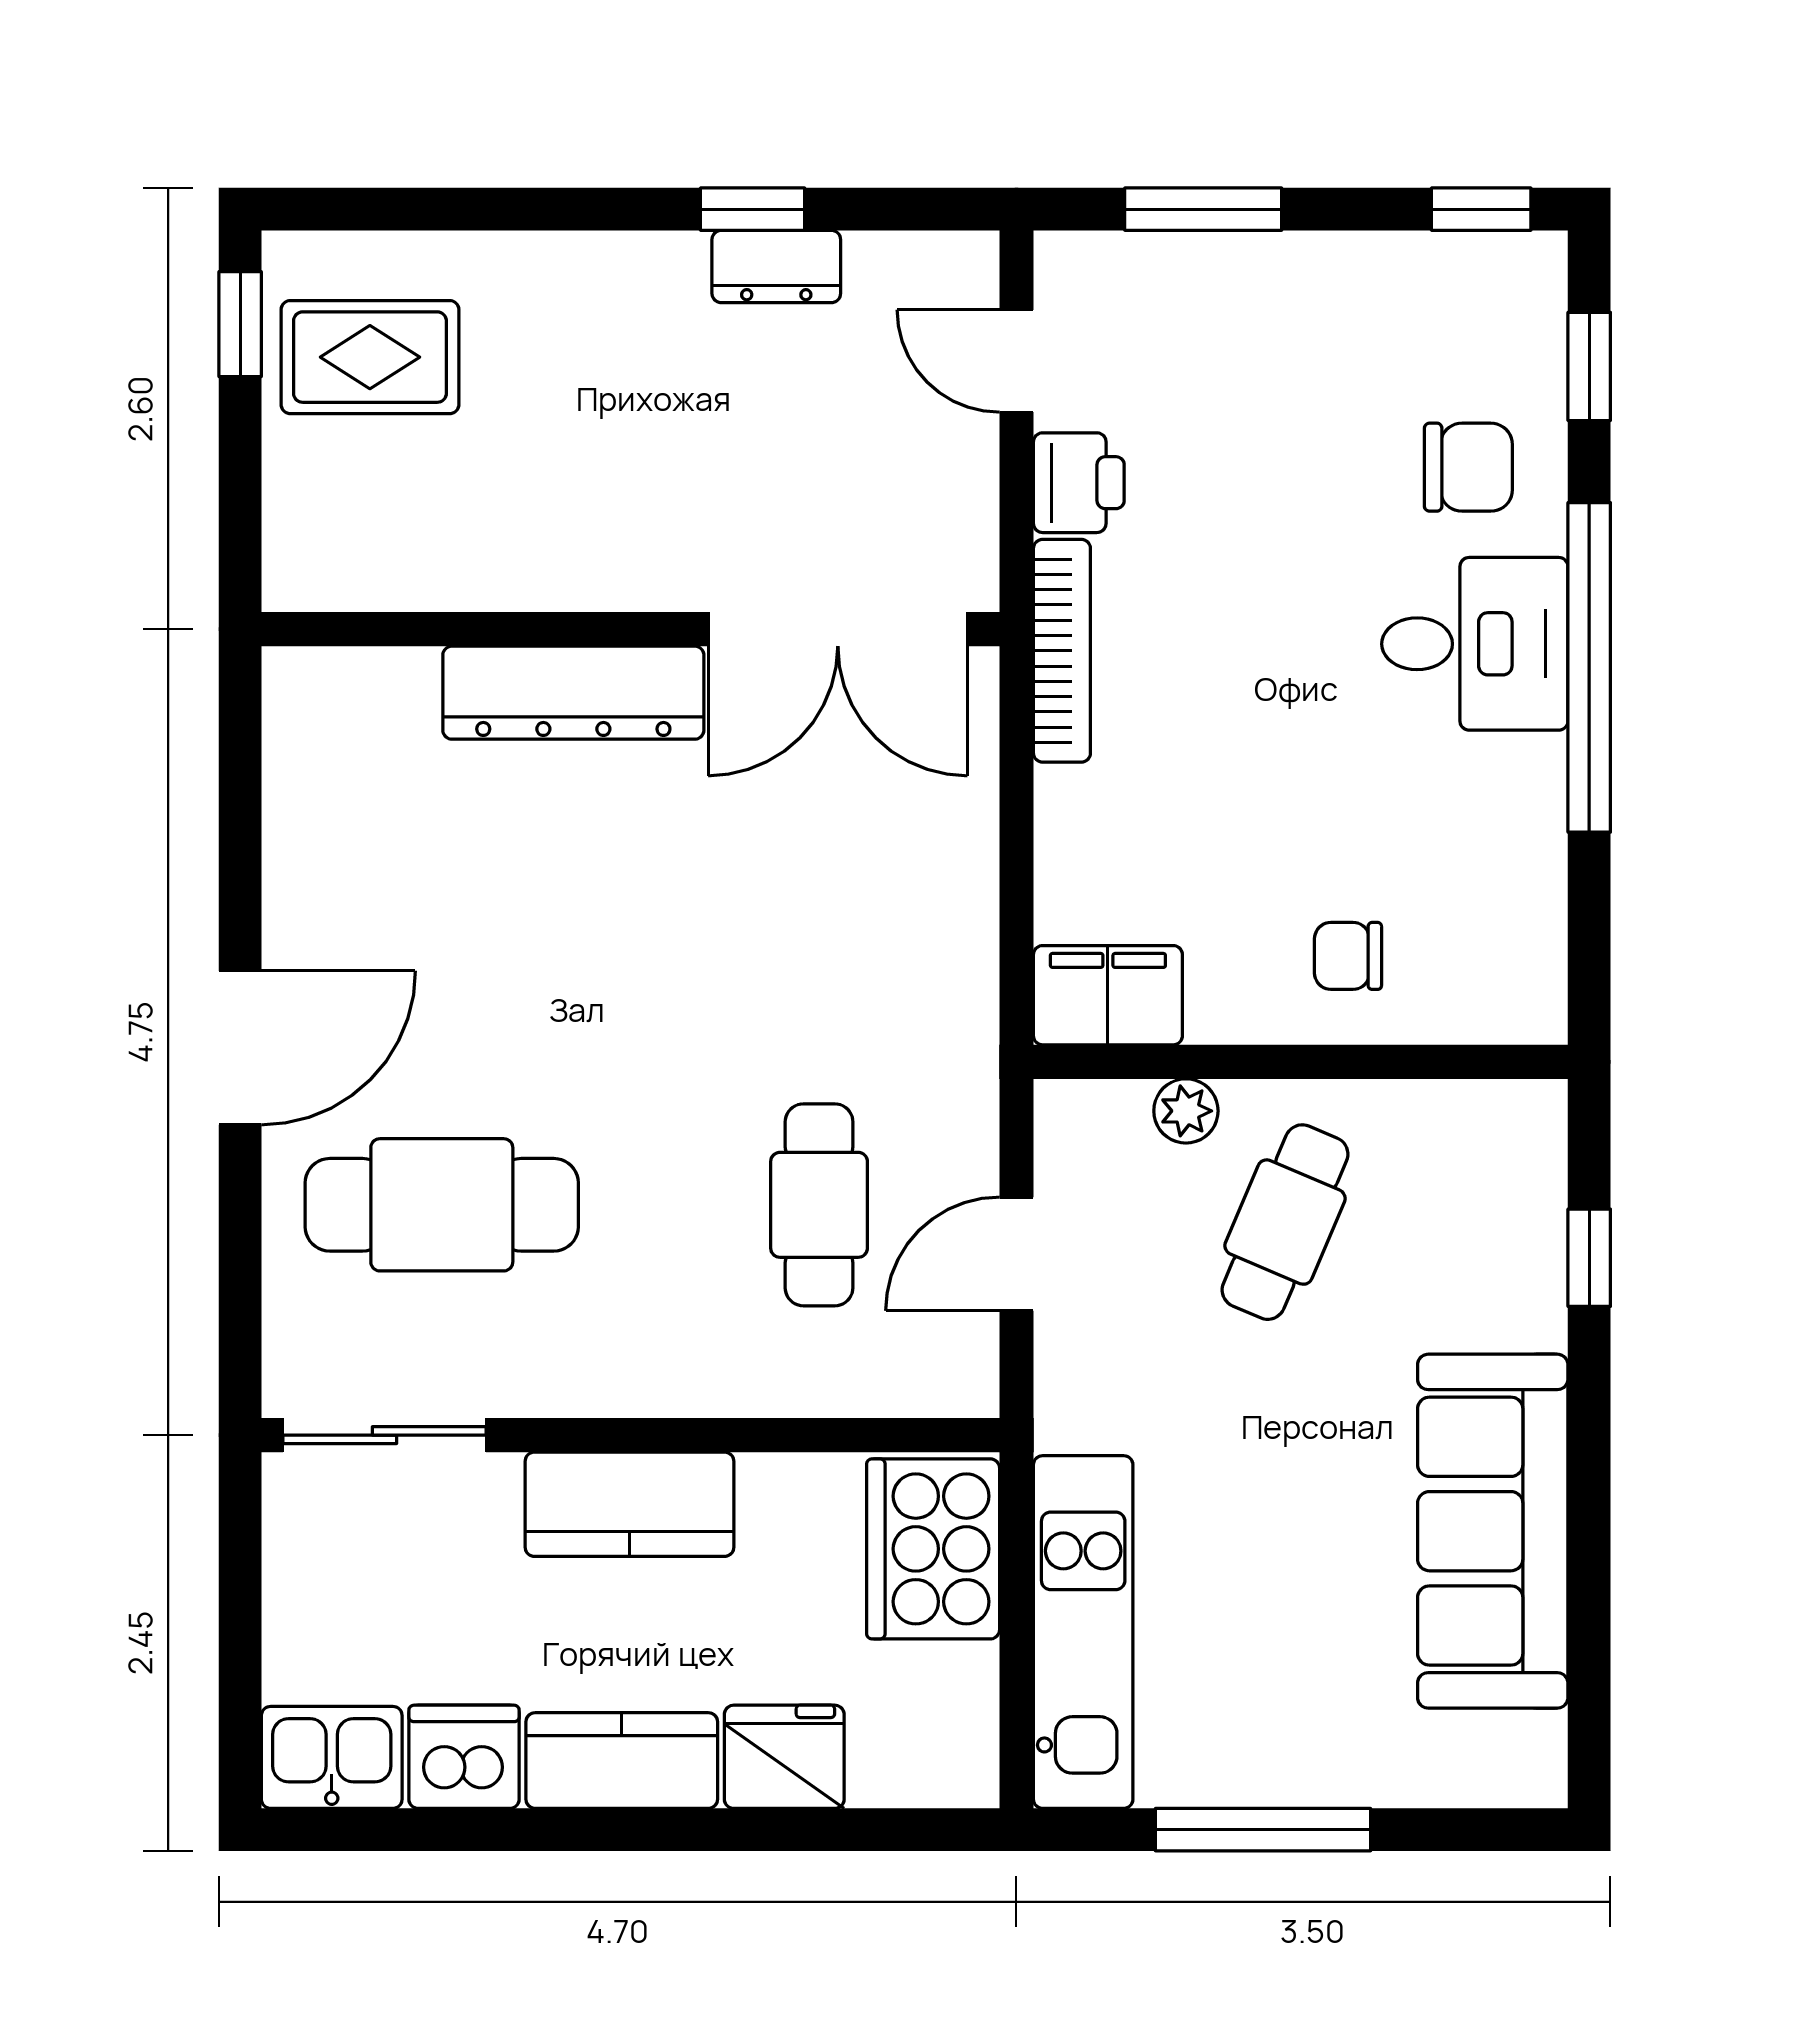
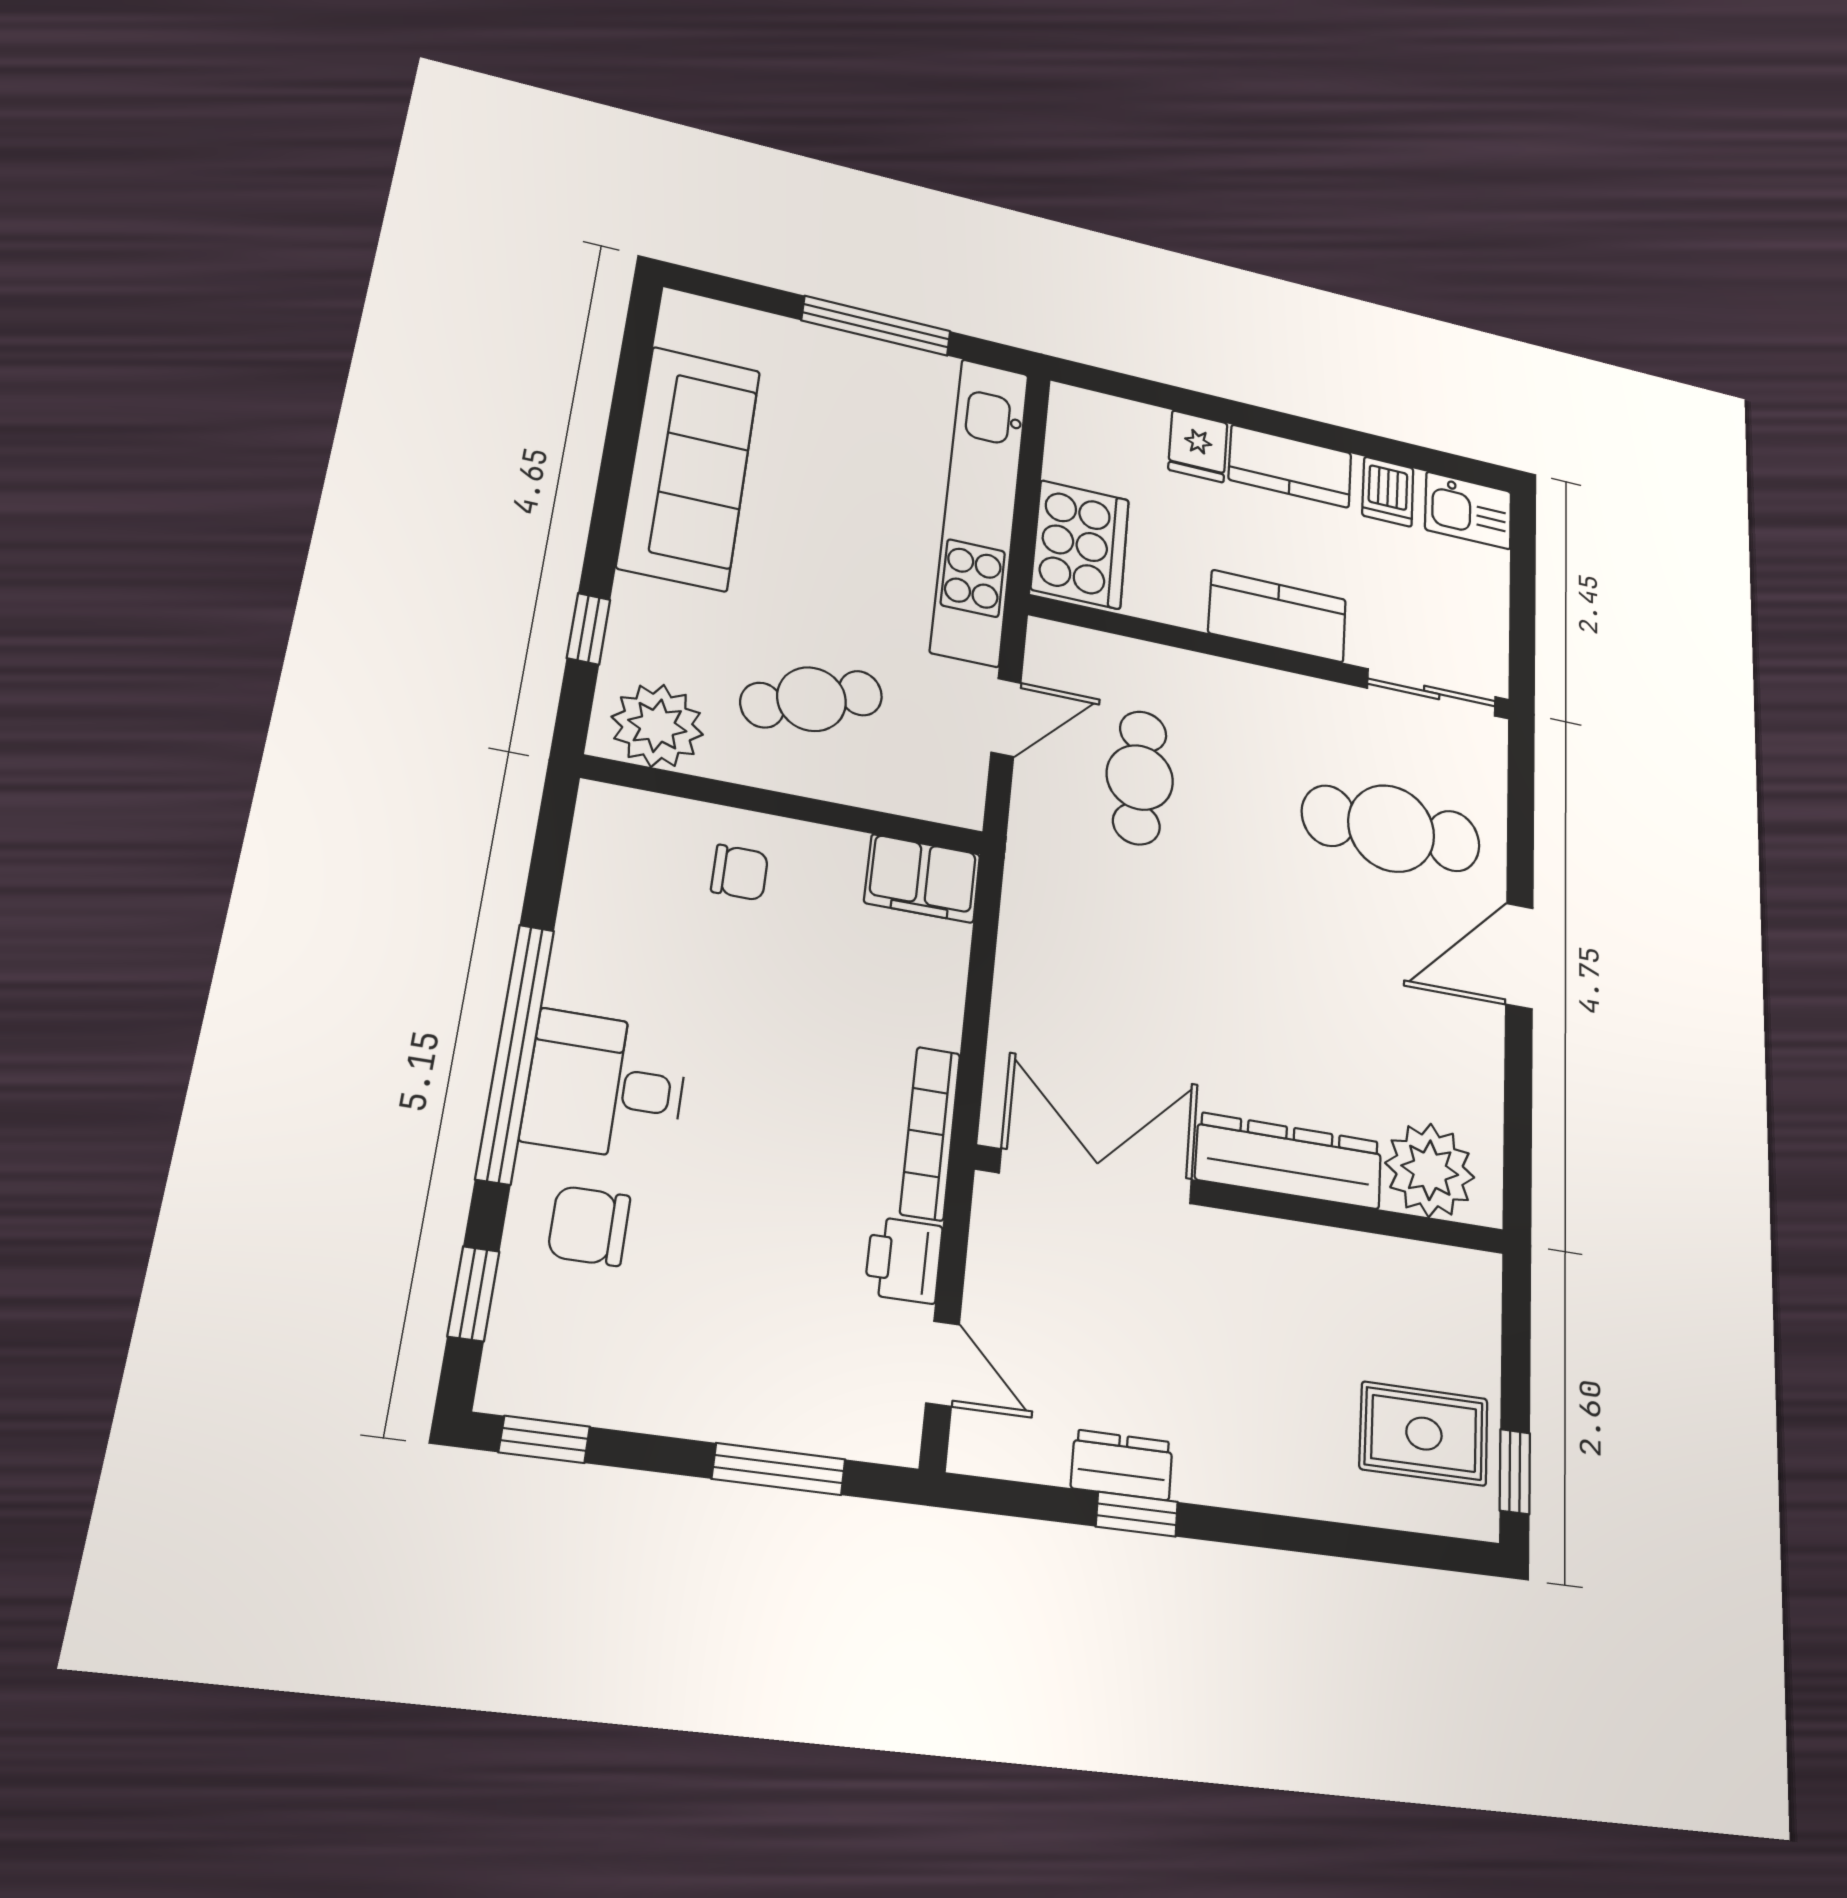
plant: (370, 712) -> (1430, 1170), added
plant: (1186, 1111) -> (657, 726), moved, width x1.88, depth x1.88
cafe table: (1285, 1222) -> (812, 699), turned 47
kitchen unit: (1083, 1632) -> (980, 510), width x1.36
dishwasher: (464, 1757) -> (1388, 492), width x0.73
fridge: (784, 1757) -> (1198, 446), width x0.72

